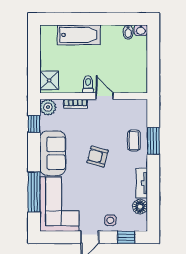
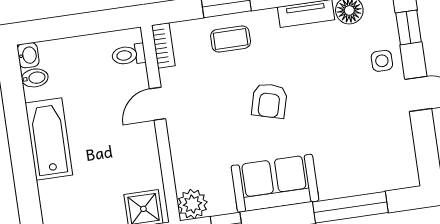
bathtub: (79, 35) -> (49, 139), moved
toilet: (88, 84) -> (129, 55), moved
bookcase: (75, 104) -> (163, 46), moved
corner sofa: (59, 204) -> (366, 158), removed

